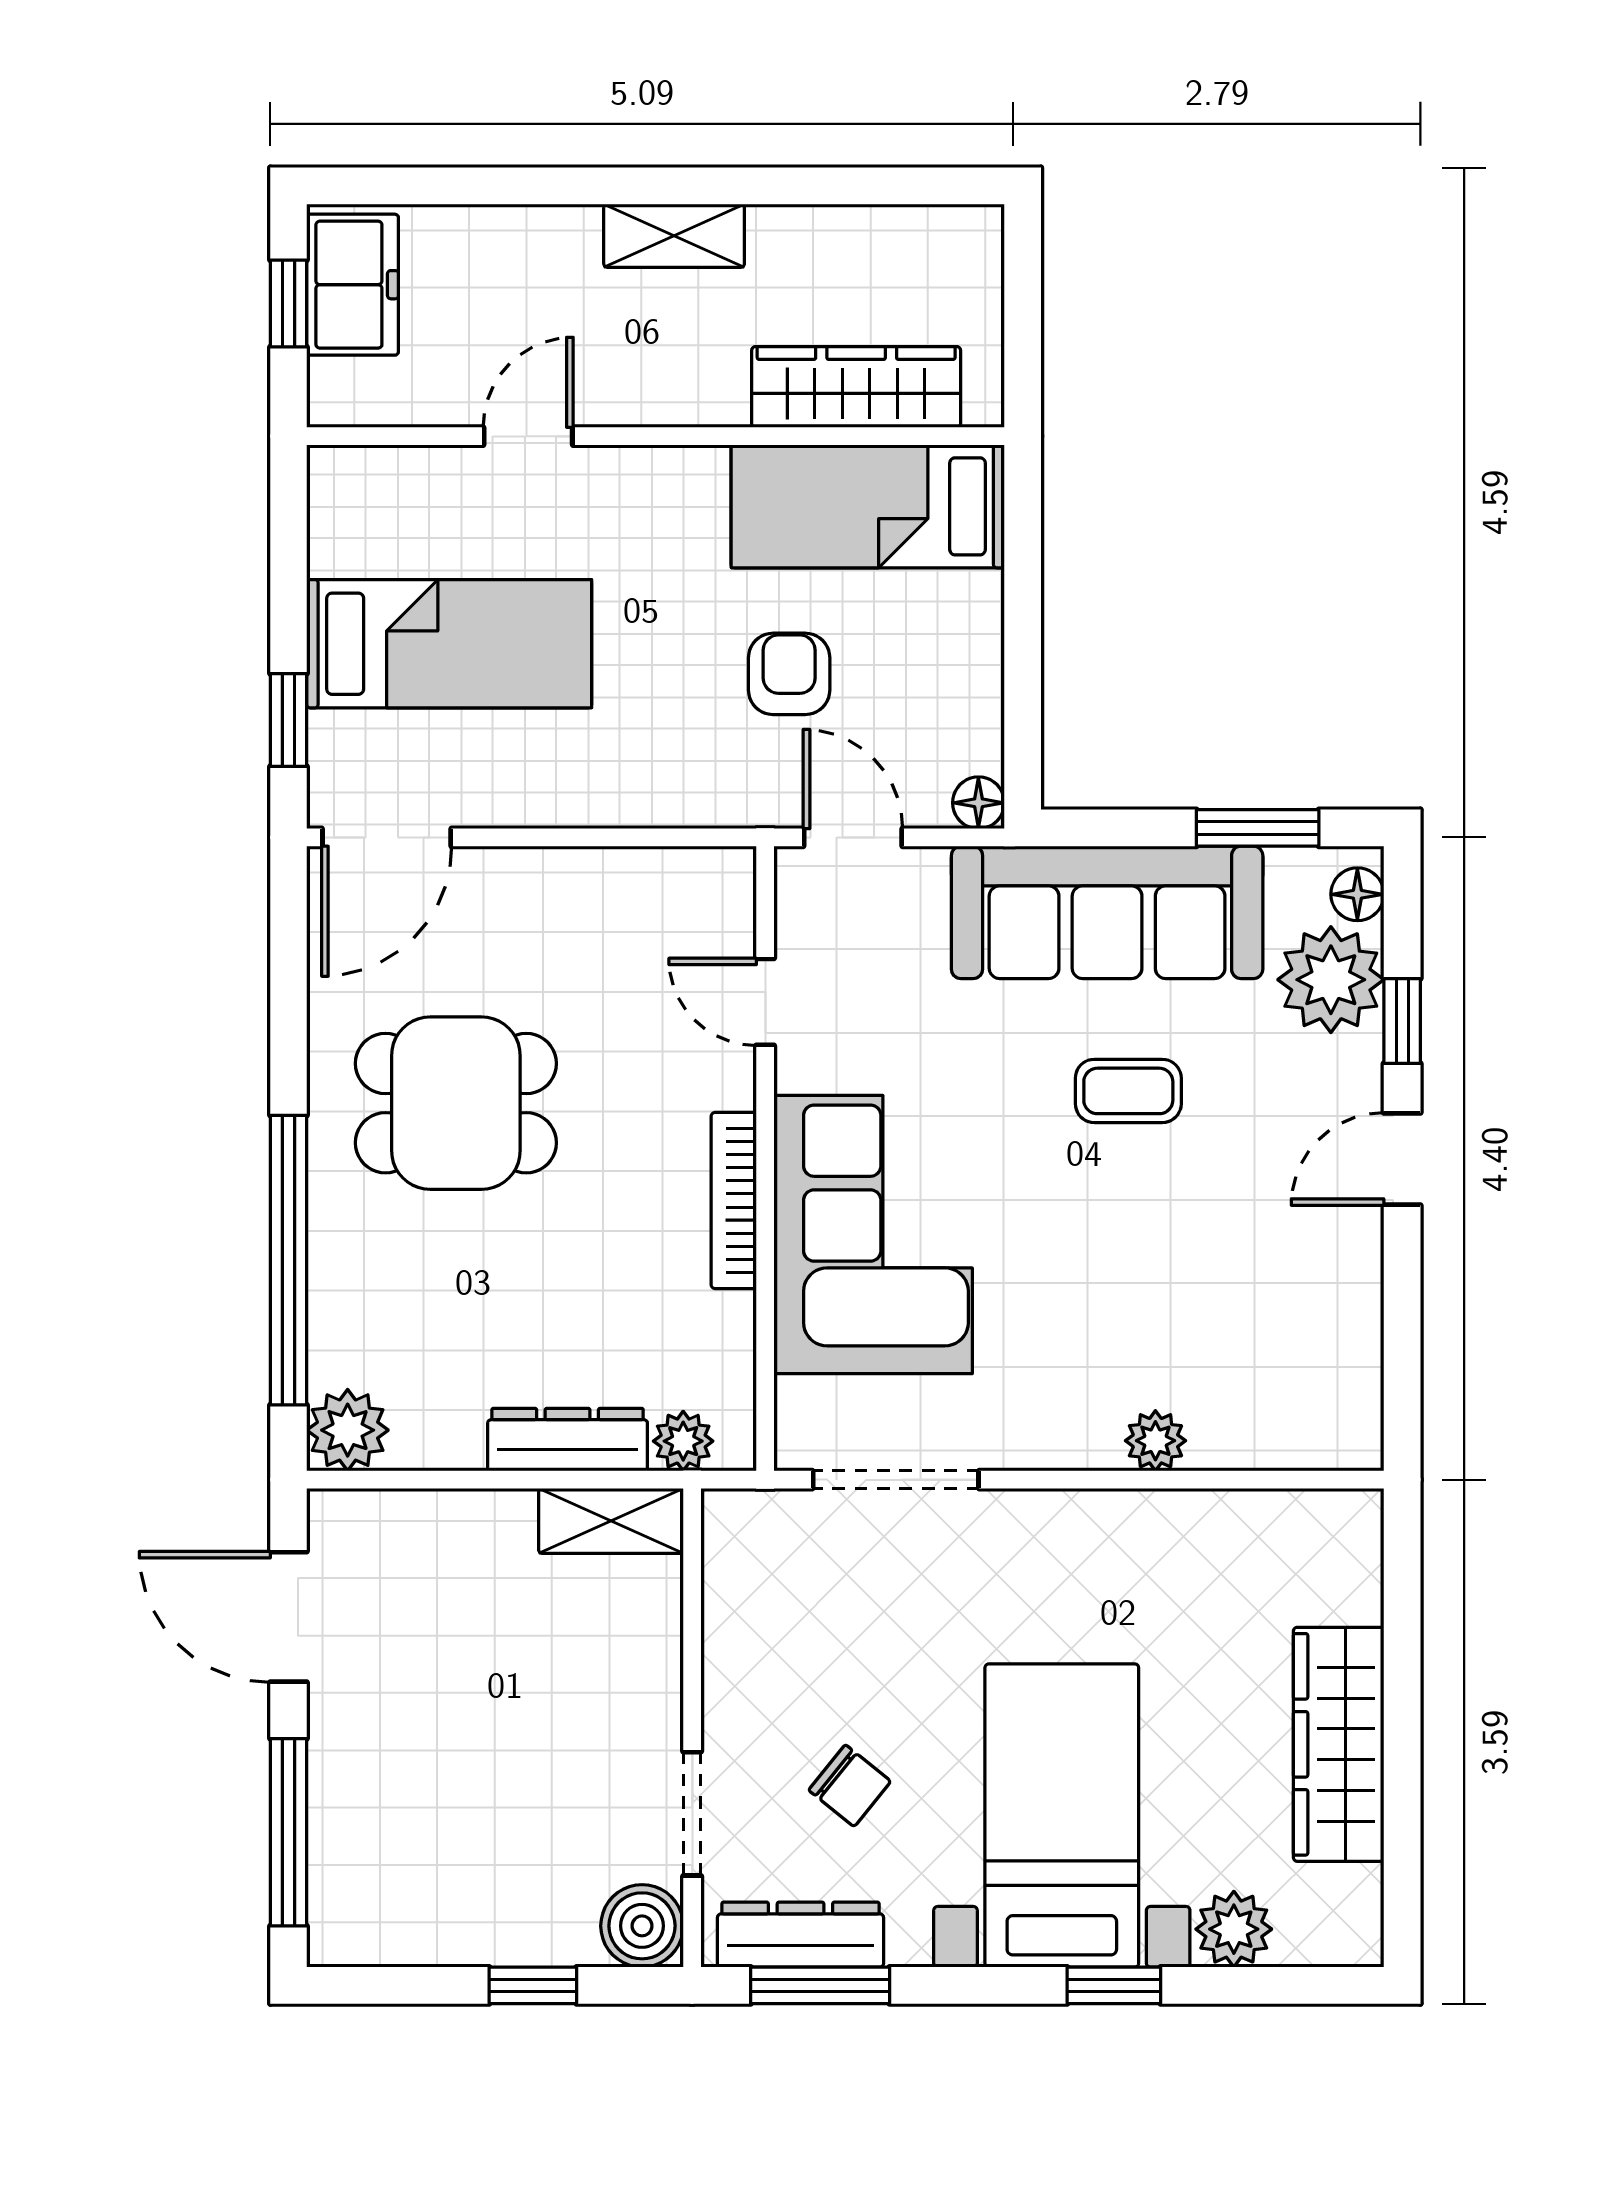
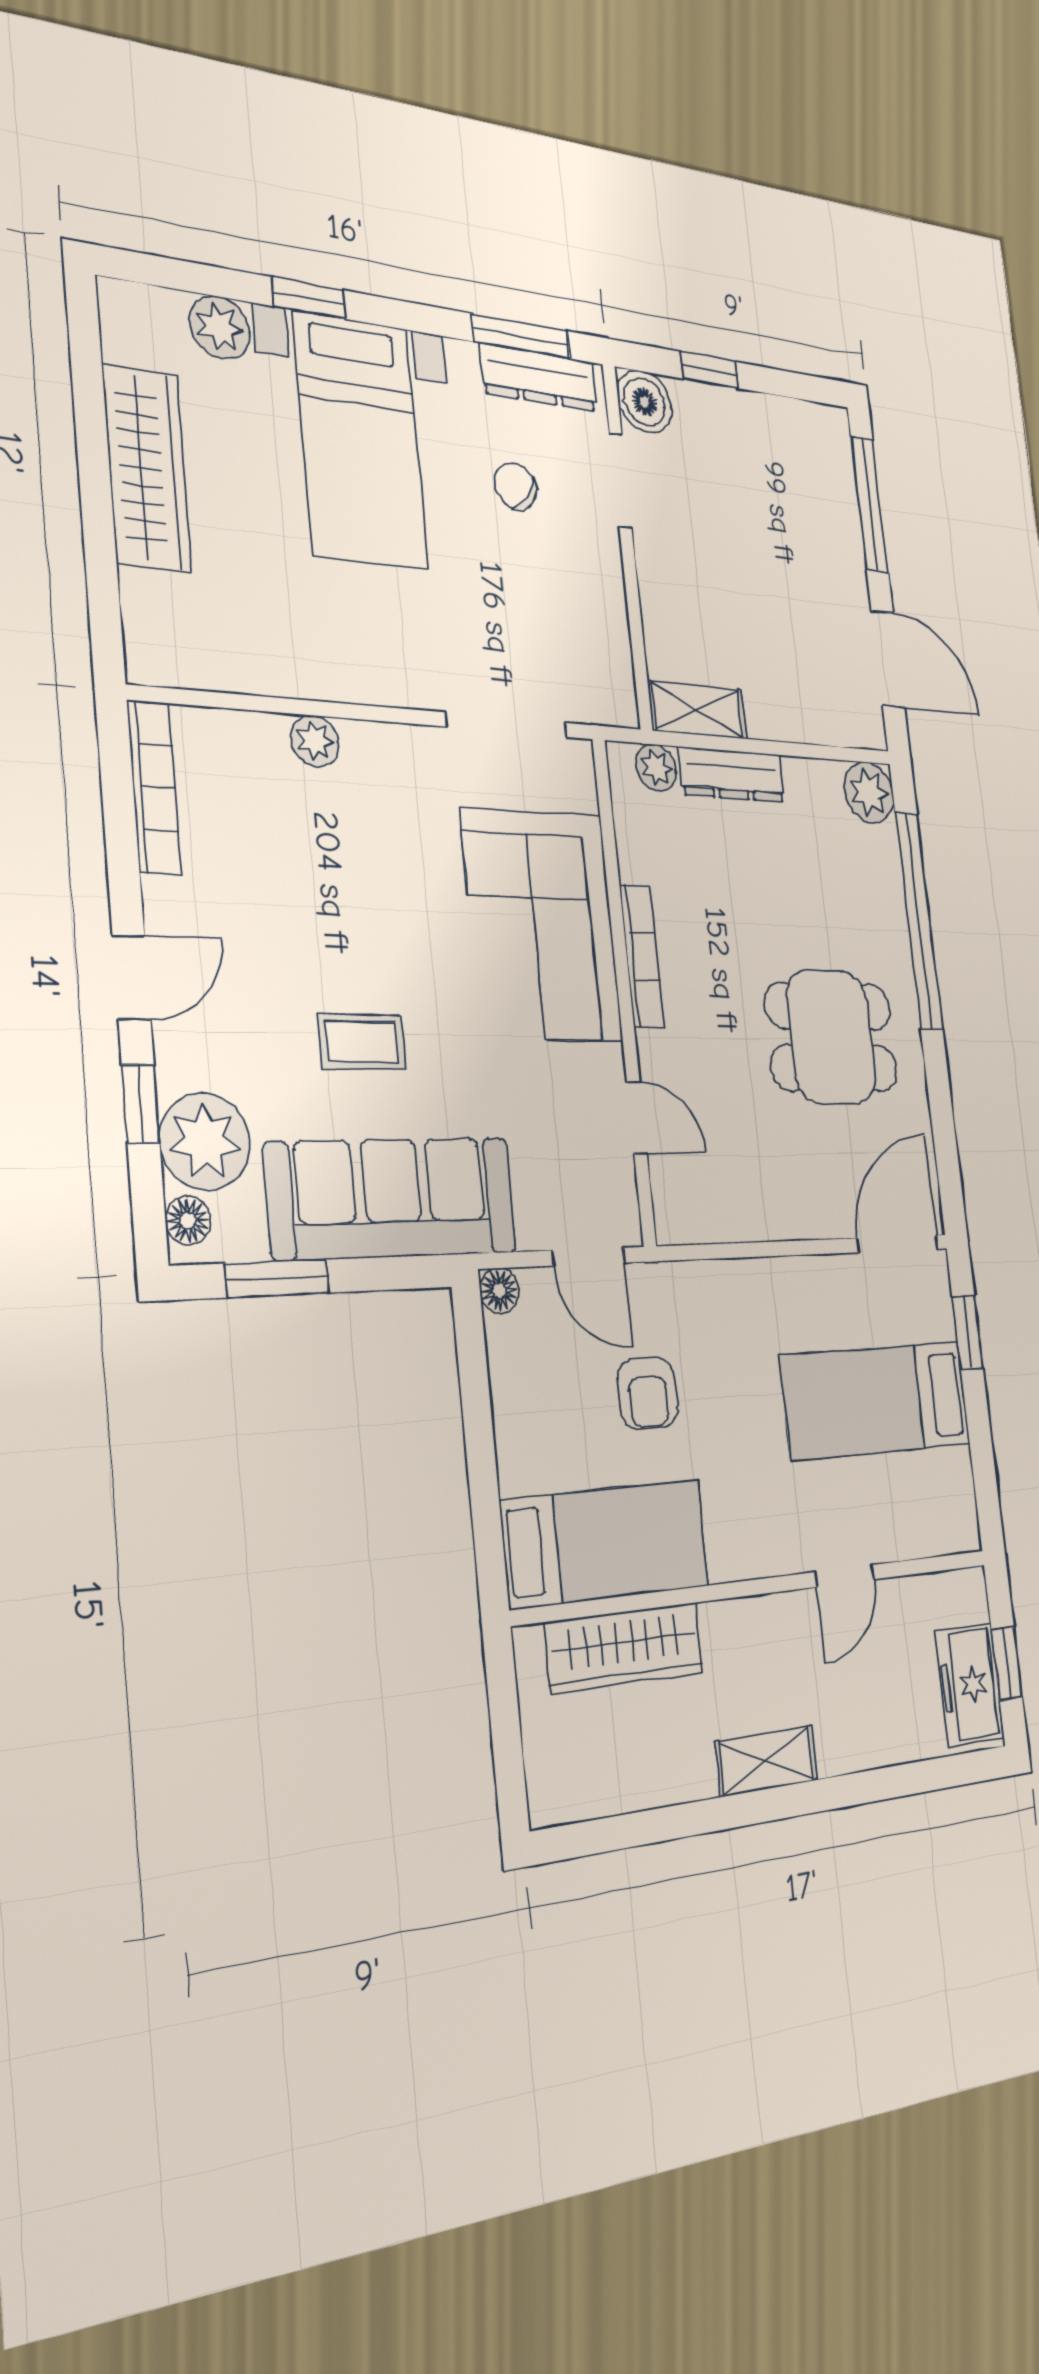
bookcase: (1359, 1373) -> (154, 787), added

